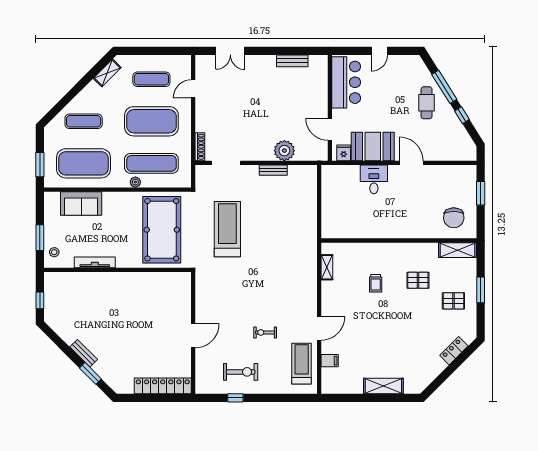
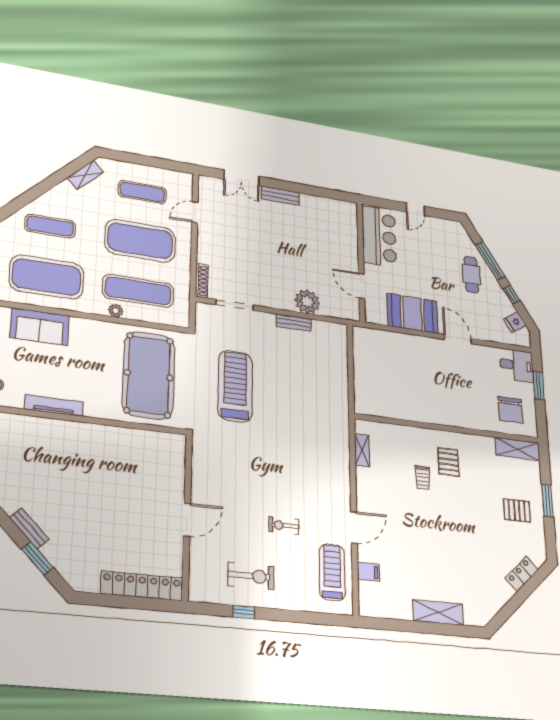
bench: (292, 61) -> (280, 196), moved
fridge: (344, 153) -> (515, 322), moved, turned -122
desk: (374, 179) -> (517, 365), moved, turned 90
pallet: (418, 280) -> (448, 462), moved, turned 90

